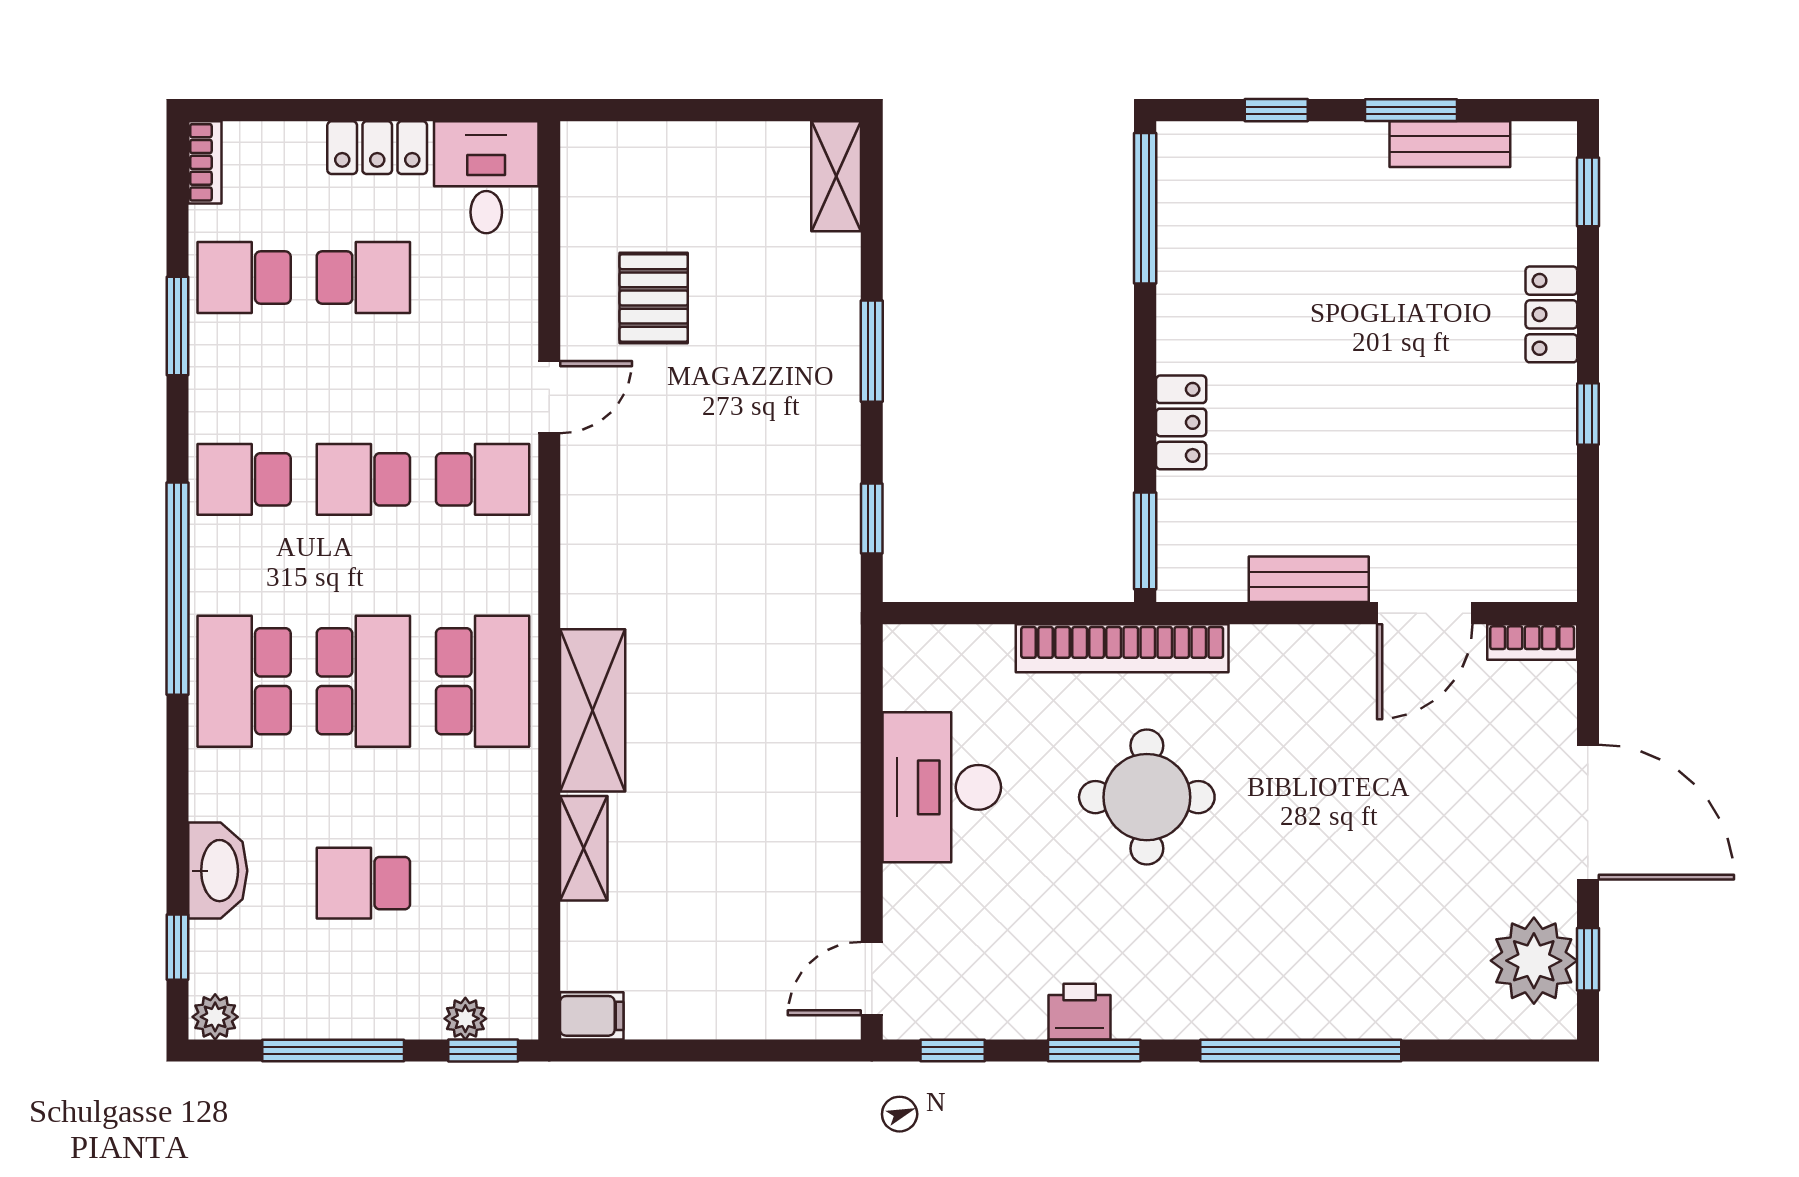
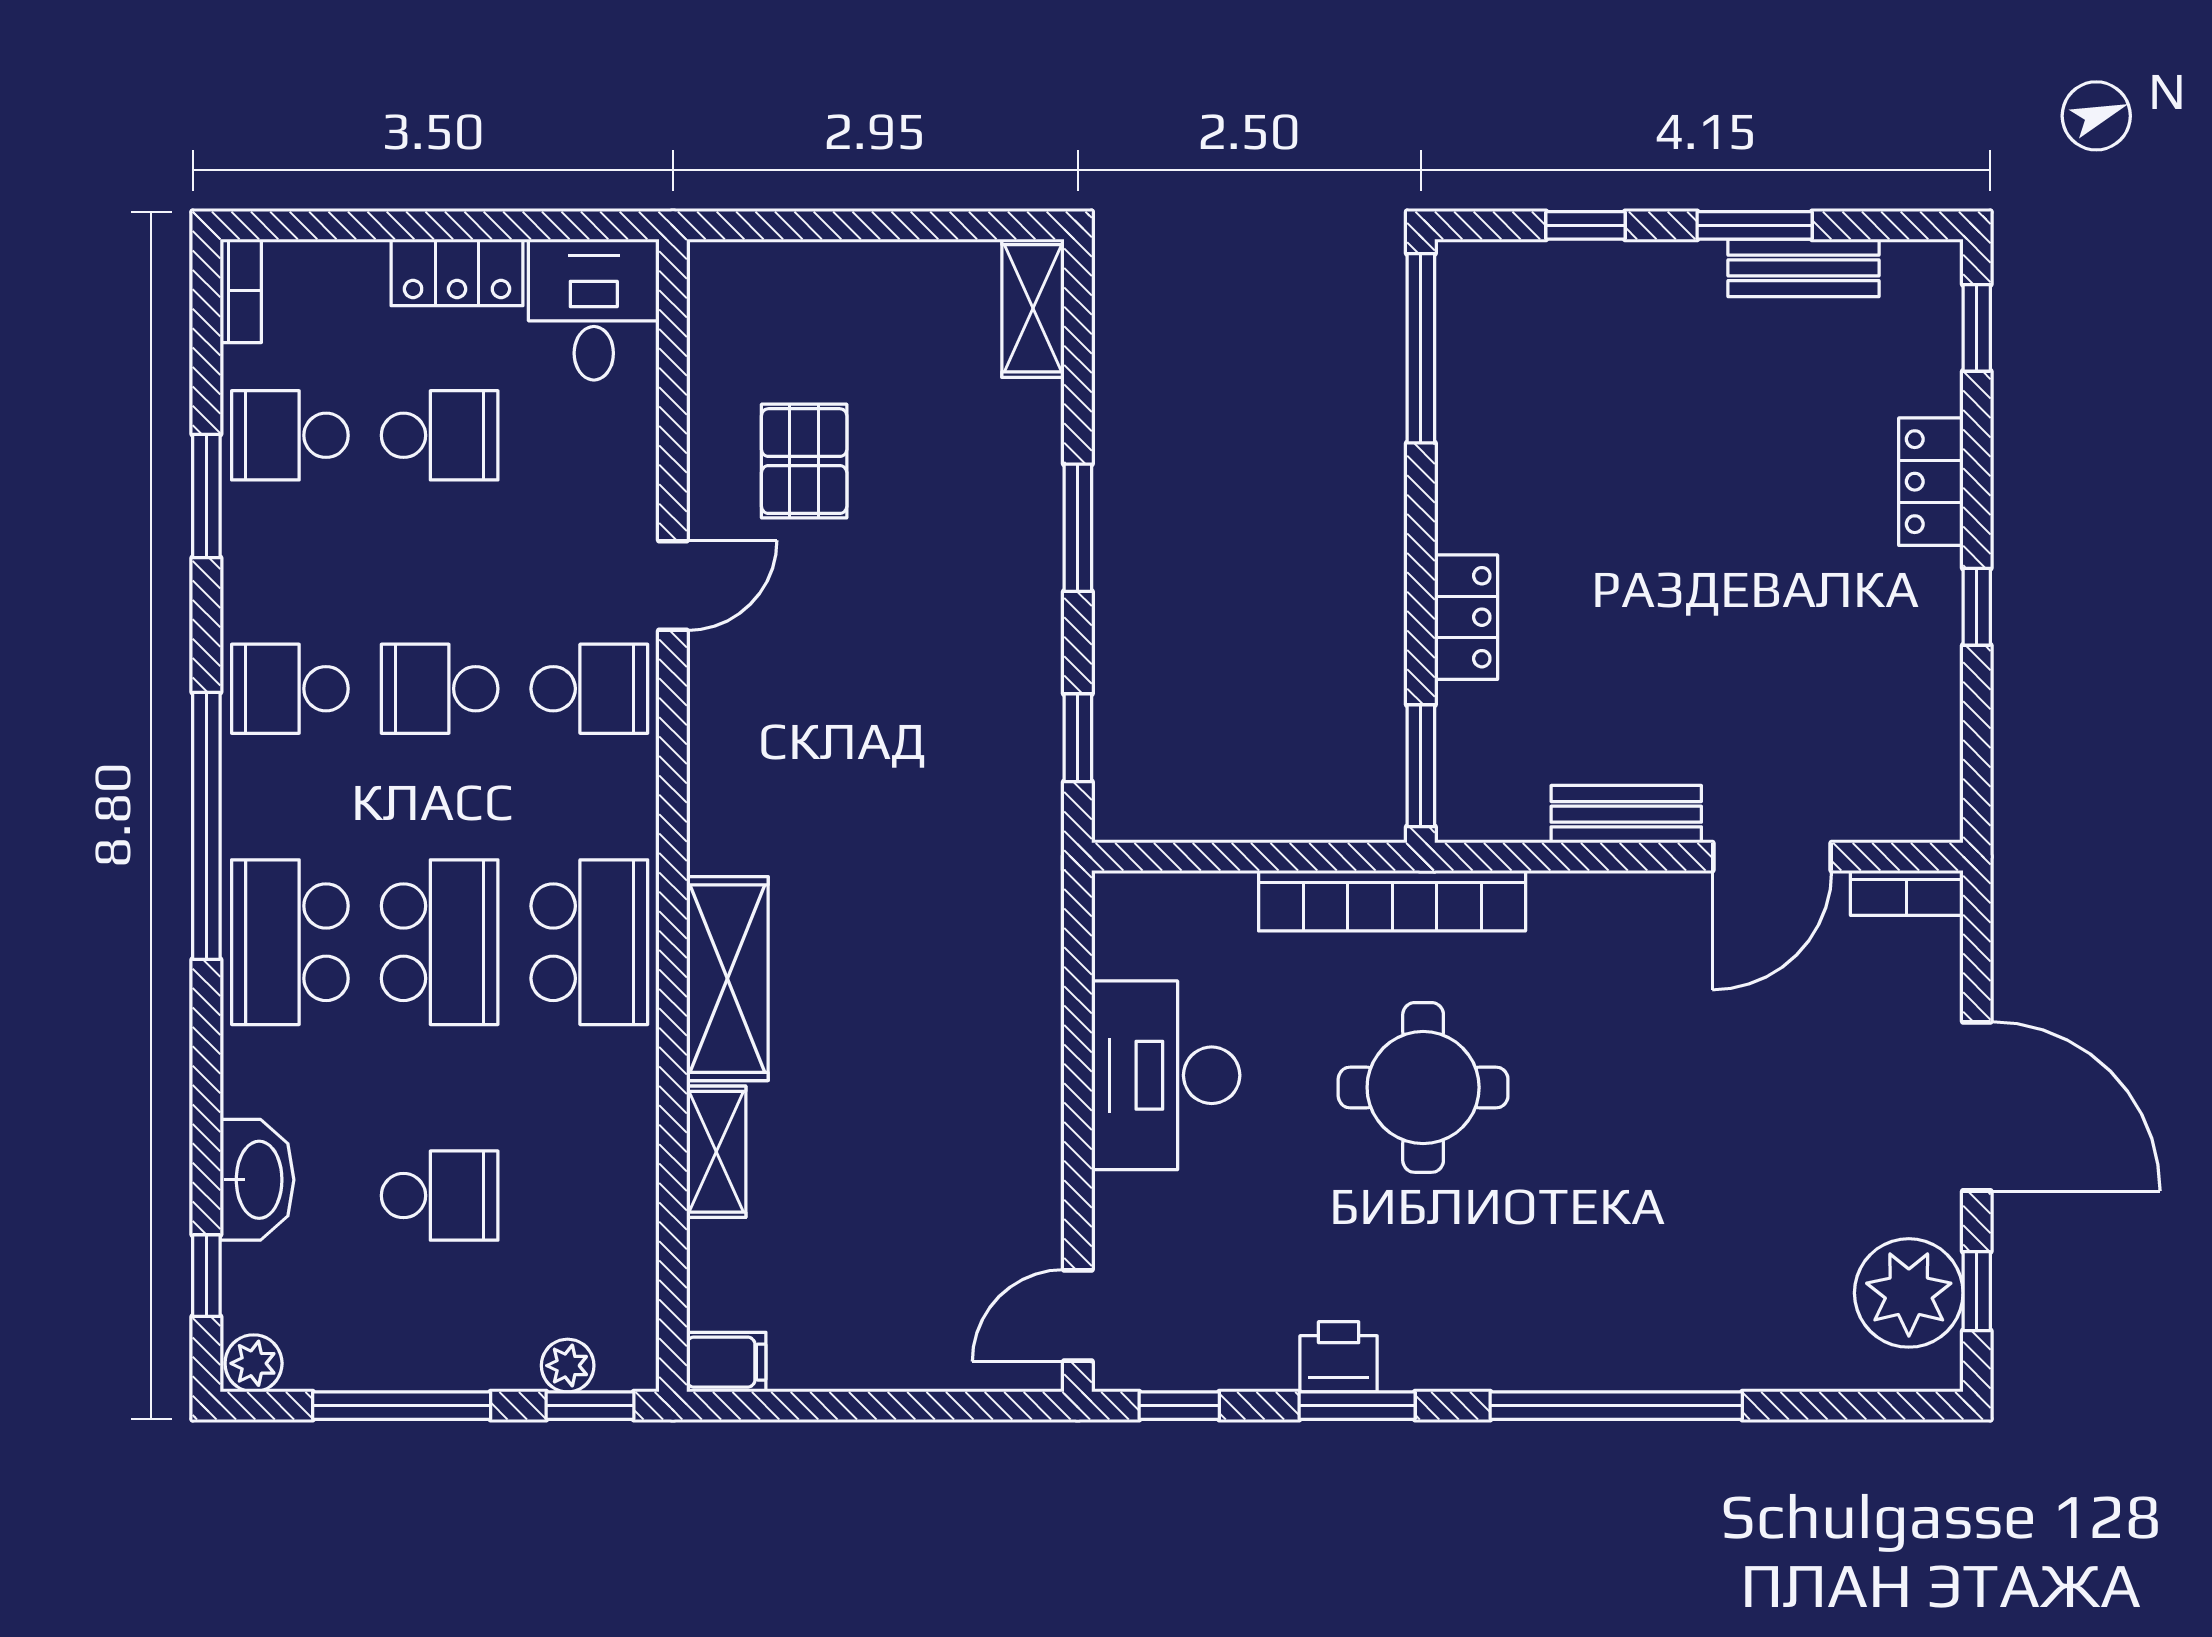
school desk: (363, 883) -> (440, 1196), turned 180

